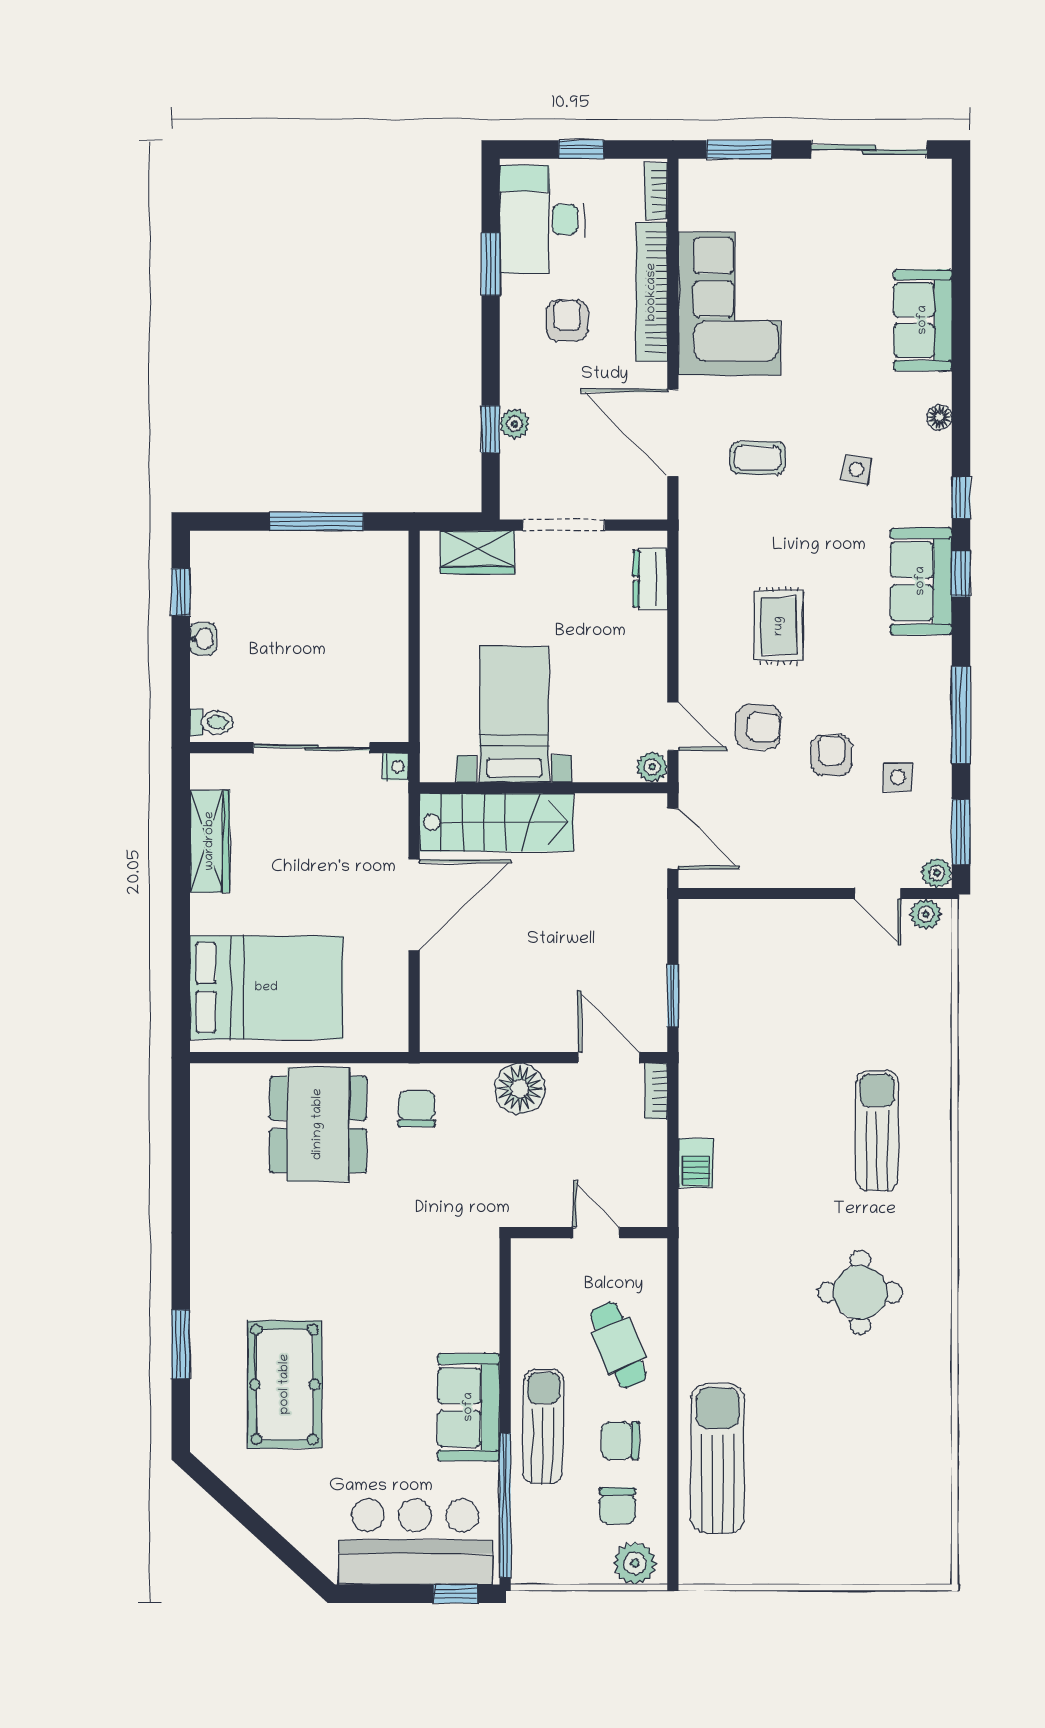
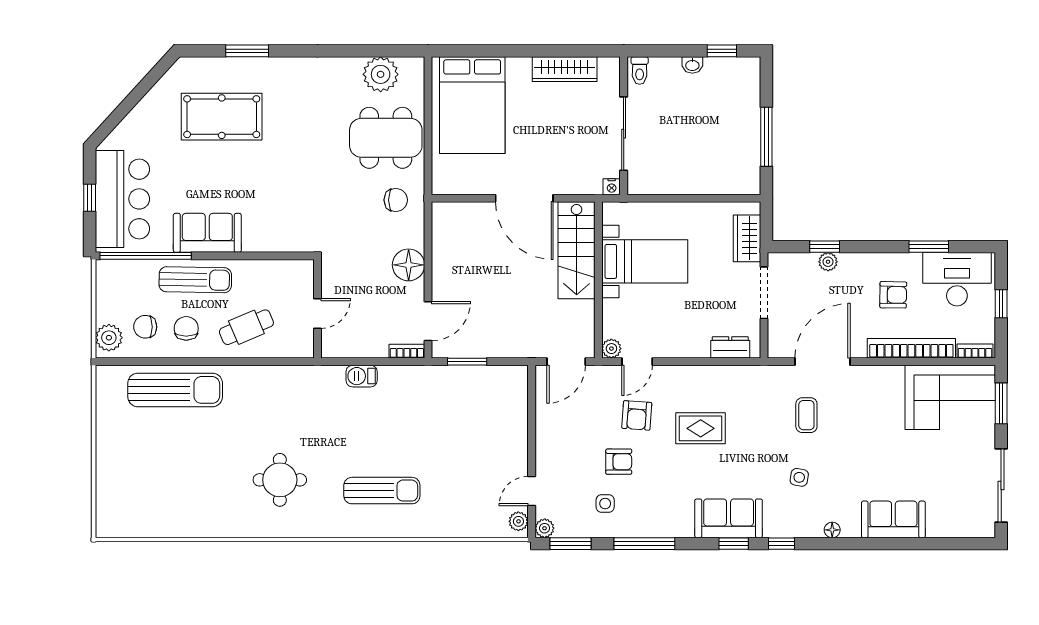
corner sofa: (729, 304) -> (950, 397), moved
plant: (218, 1133) -> (381, 74), added
window: (456, 1594) -> (90, 198), moved

